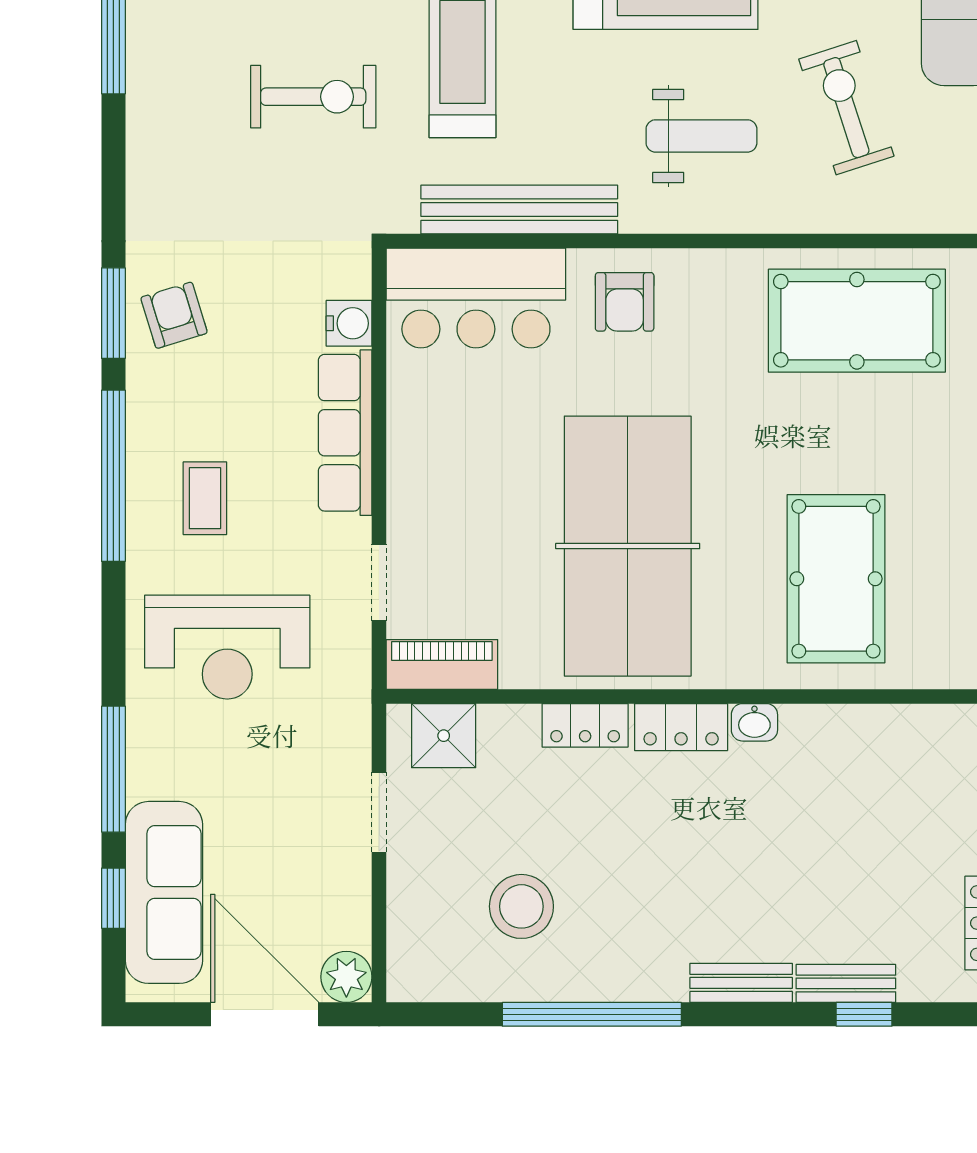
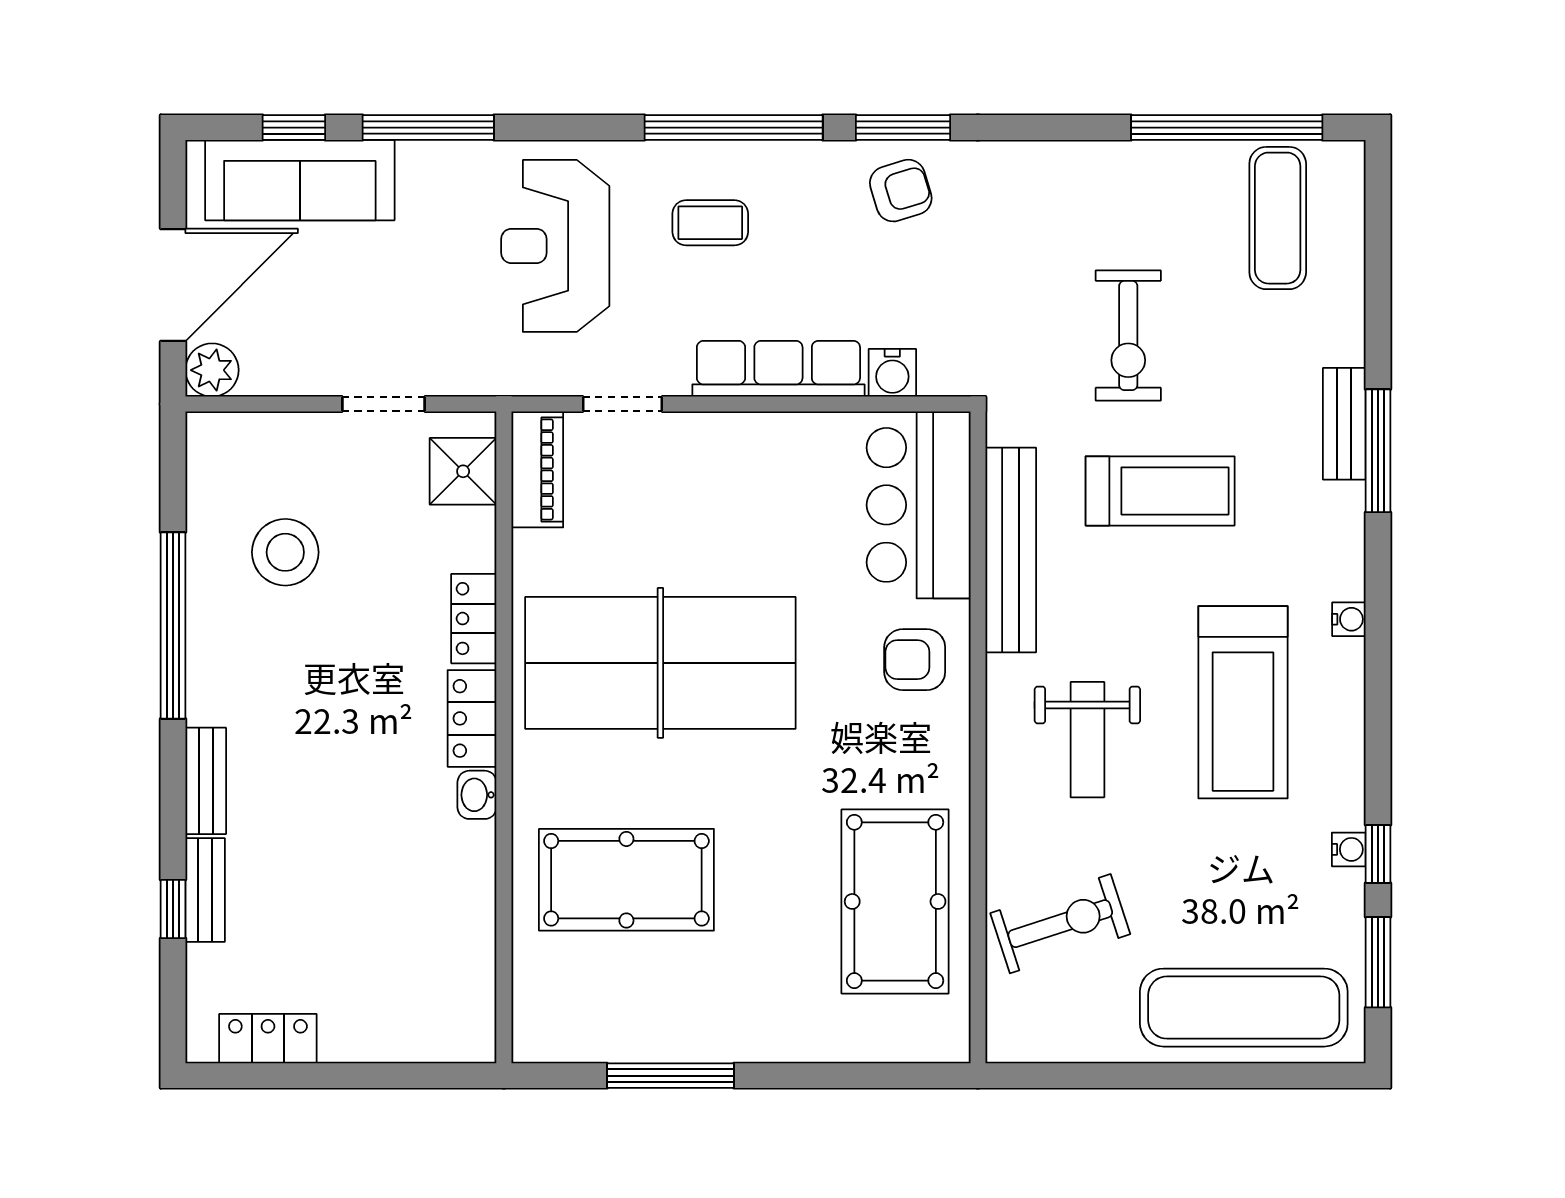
exercise bike: (846, 108) -> (1060, 924), moved

